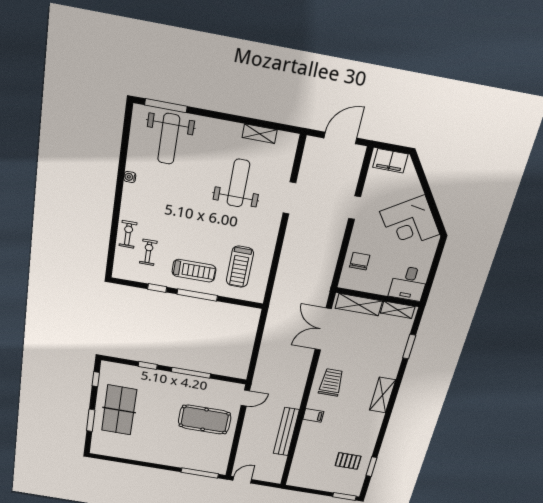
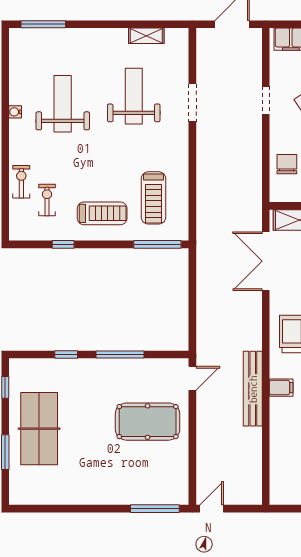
weight bench: (169, 139) -> (63, 104), moved, turned 180
window: (197, 295) -> (157, 244), moved
bench: (286, 432) -> (253, 389), moved

